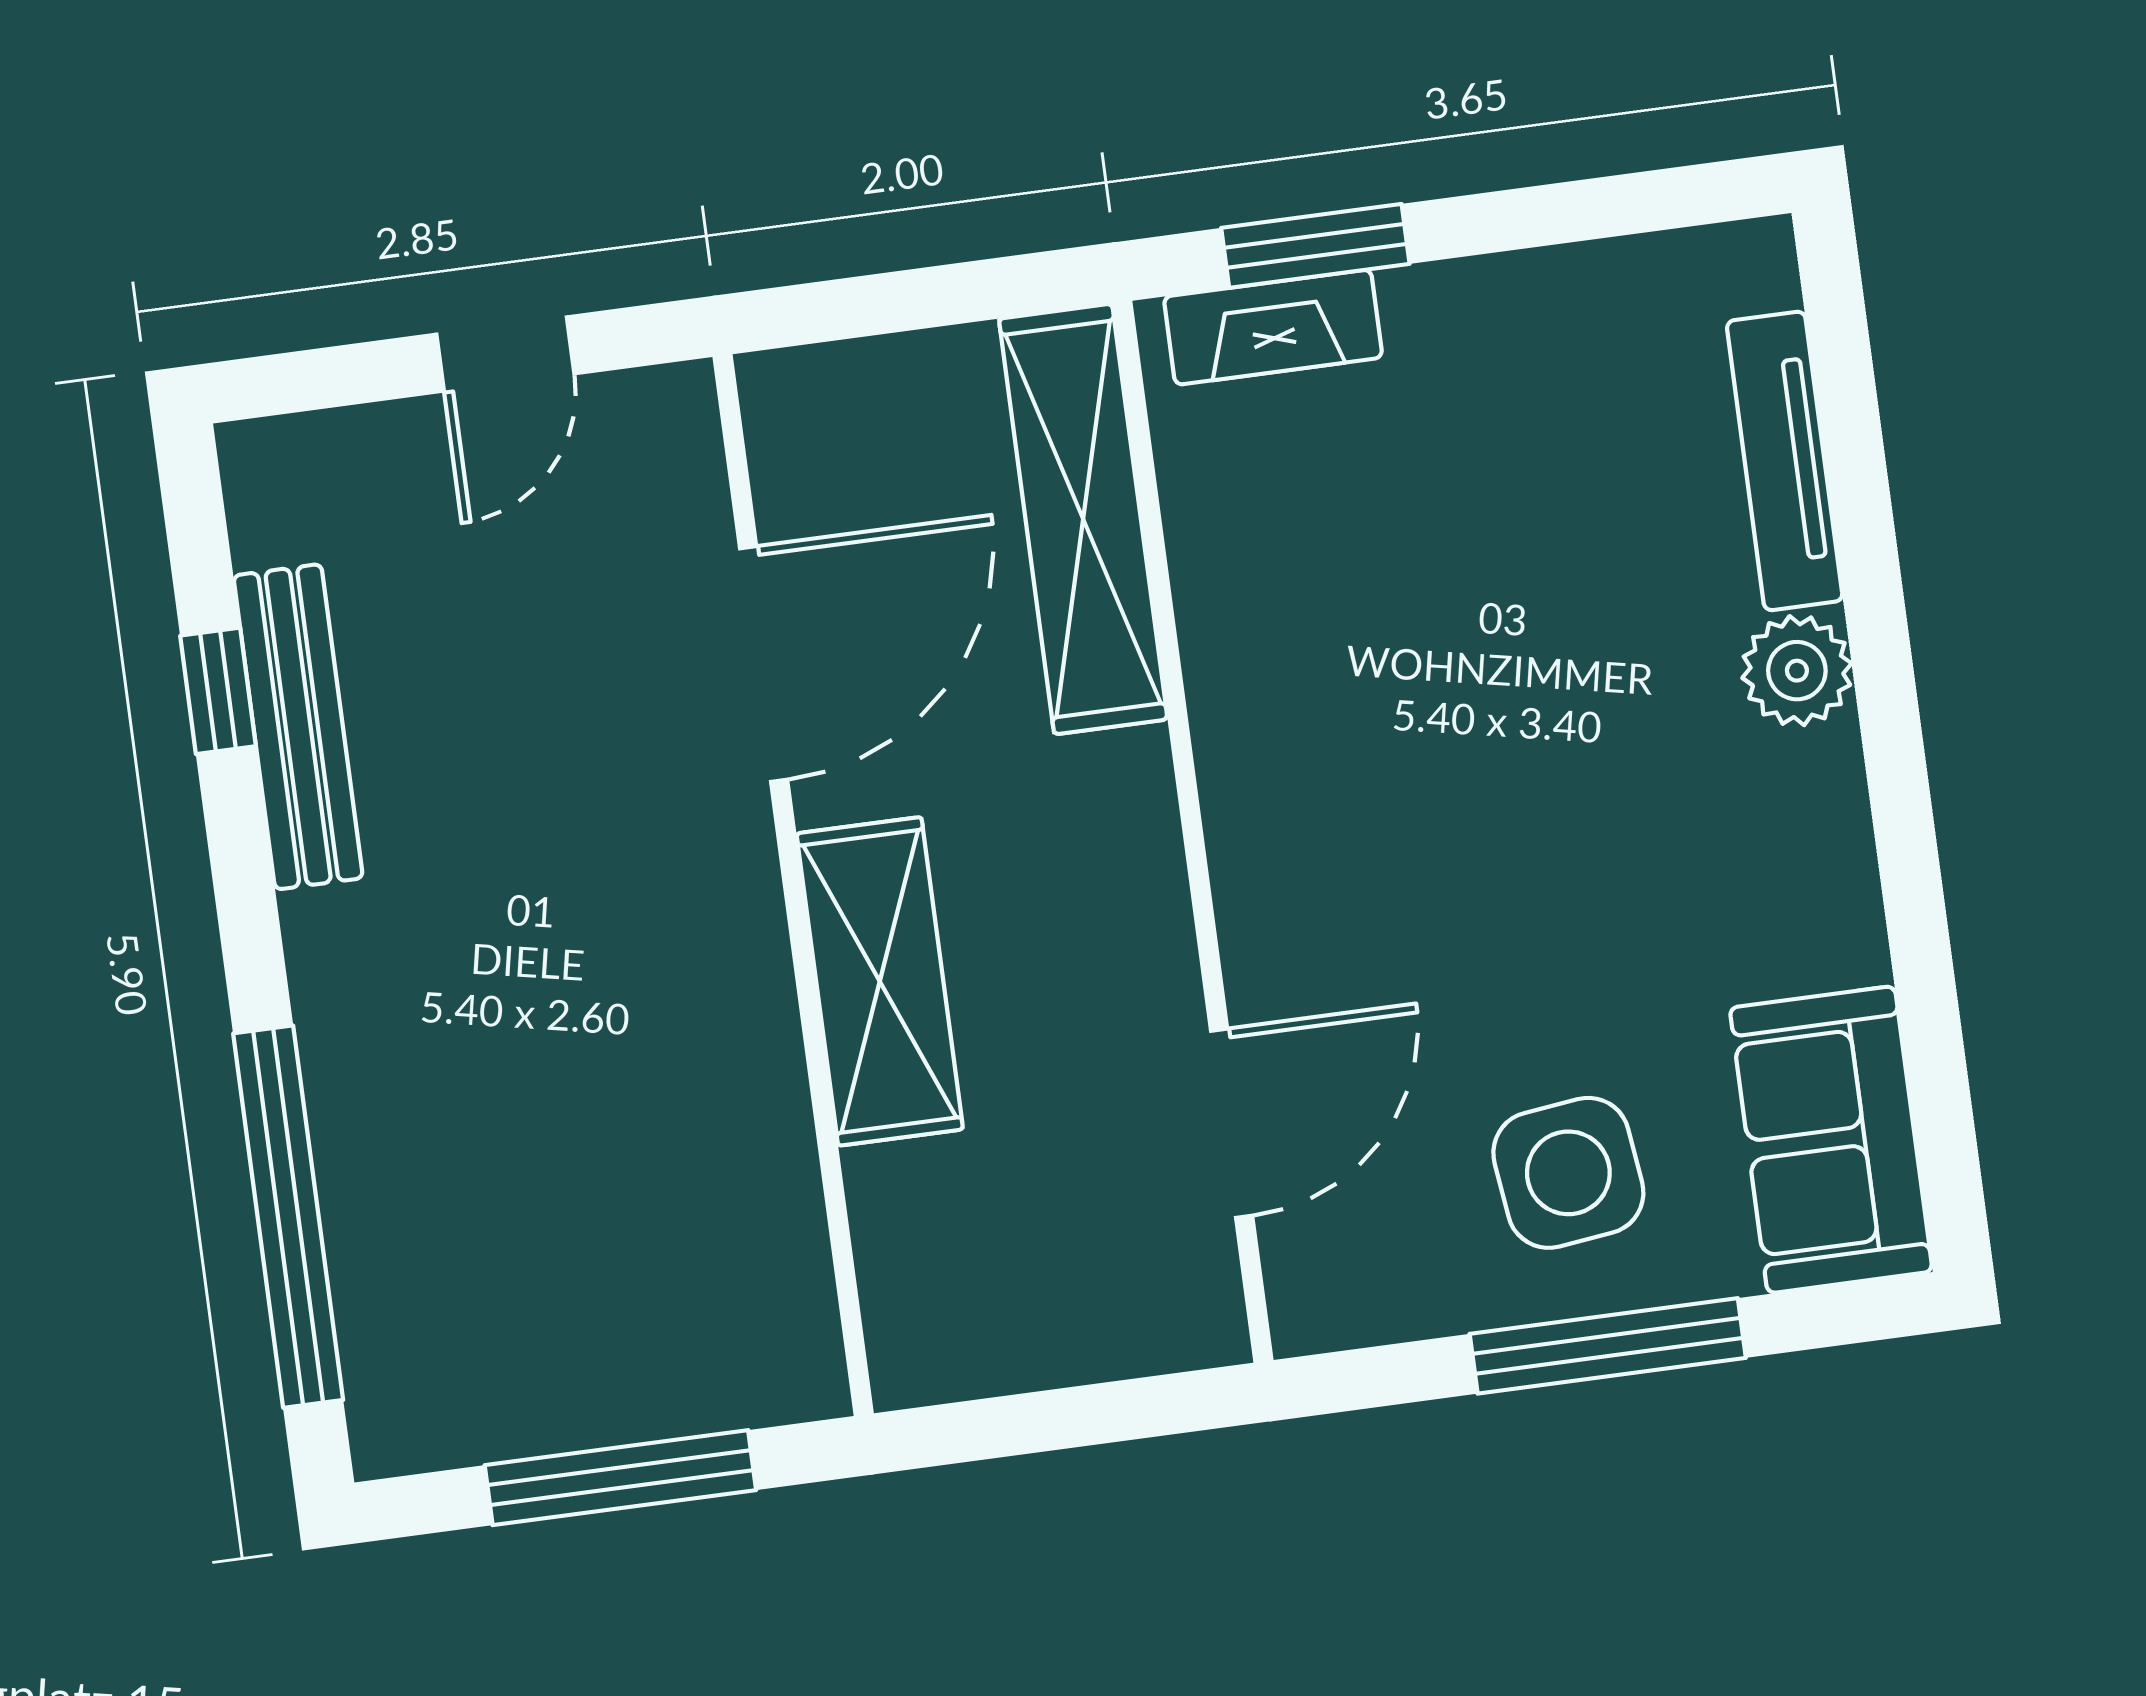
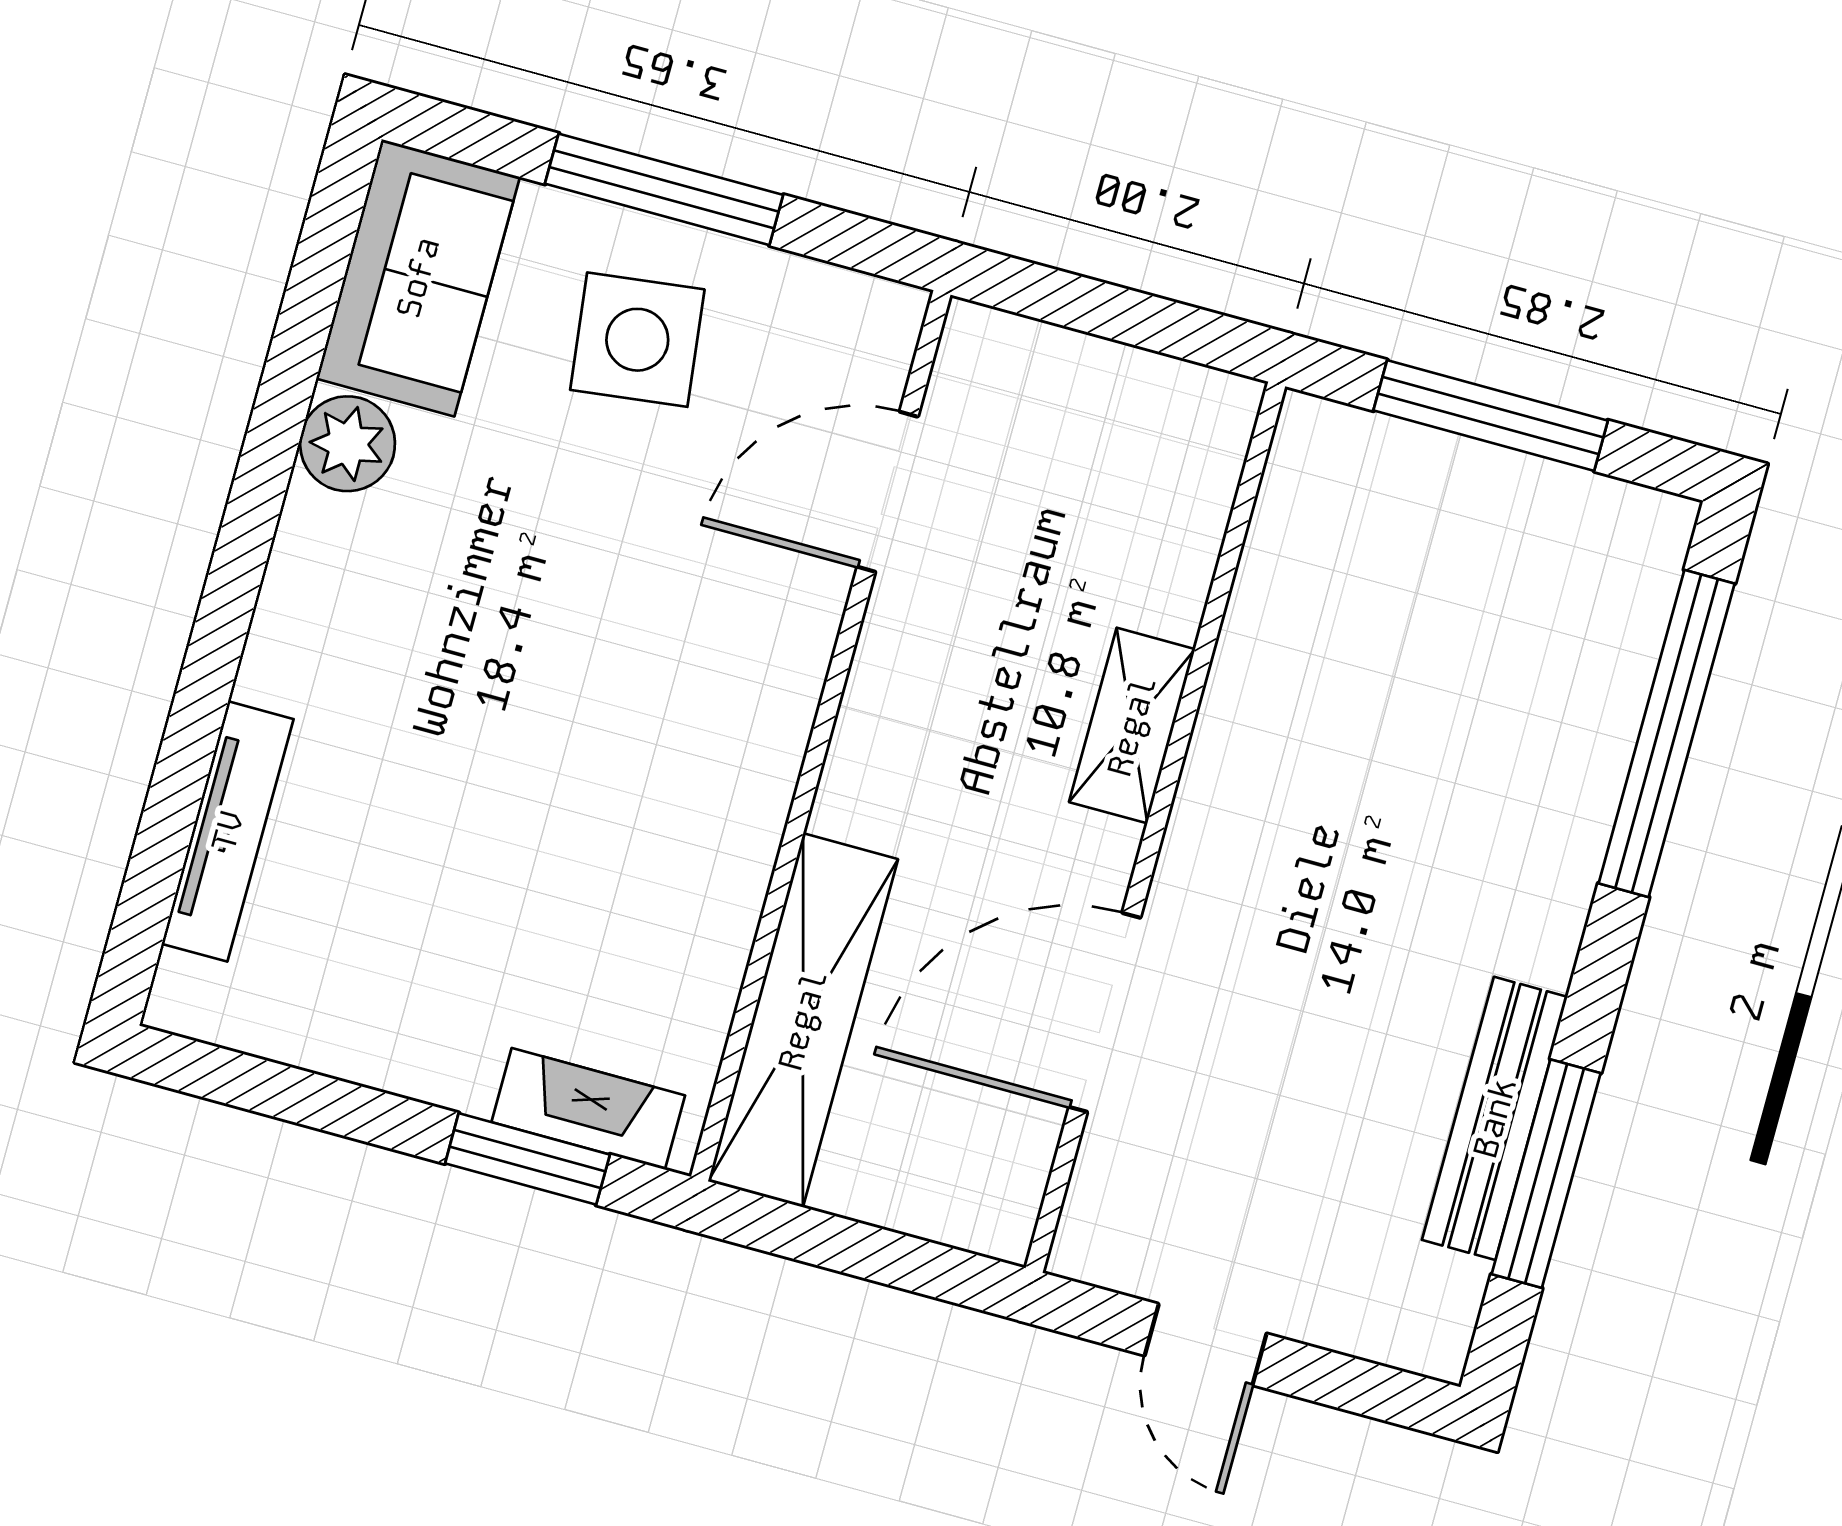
door: (505, 354) -> (1206, 1344), swing flipped
plant: (1797, 671) -> (348, 444), moved
window: (218, 691) -> (1546, 1174), width x2.17
shelving: (880, 981) -> (1132, 726), width x0.67, depth x0.75

